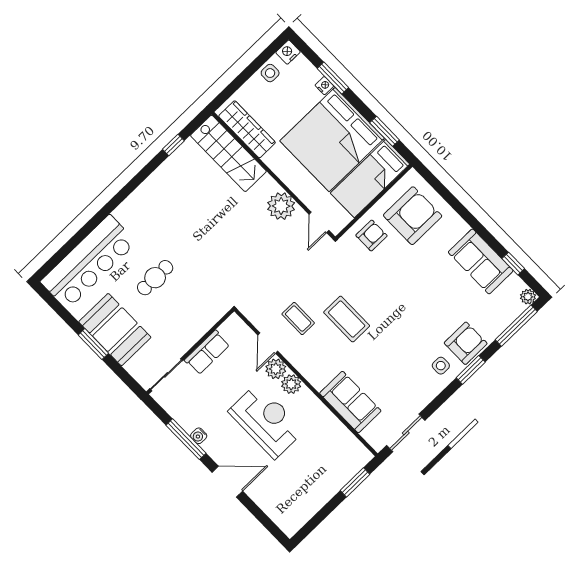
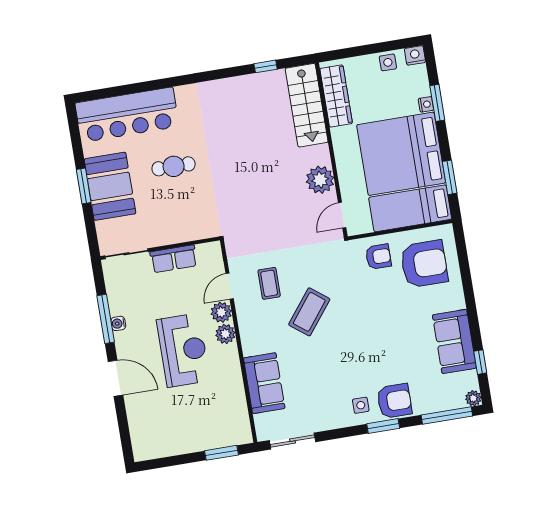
coffee table: (347, 319) -> (309, 312), turned 38

